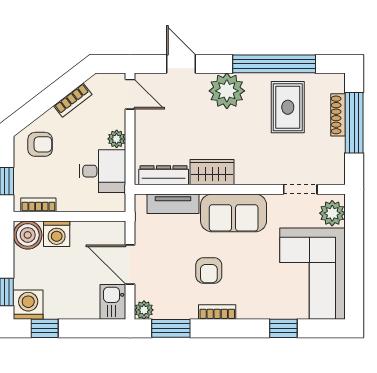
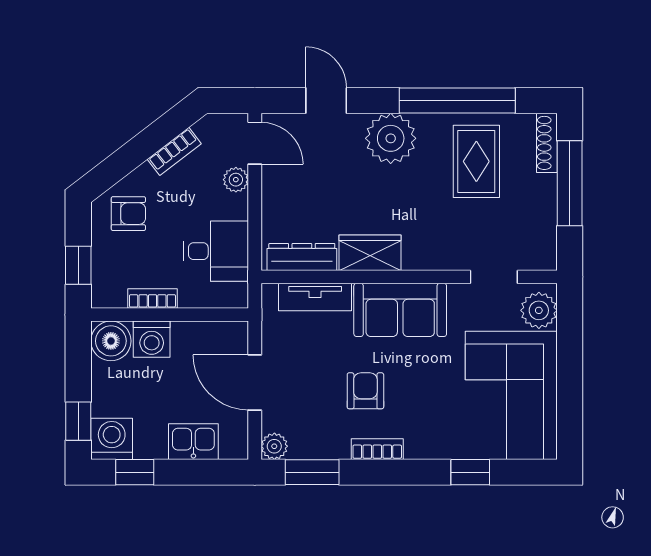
shoe rack: (338, 115) -> (547, 143), moved
plant: (117, 139) -> (236, 180), moved
bookcase: (38, 205) -> (152, 299), moved
armchair: (209, 271) -> (365, 391), turned 180
kitchen sink: (113, 302) -> (193, 442), moved, turned 90

